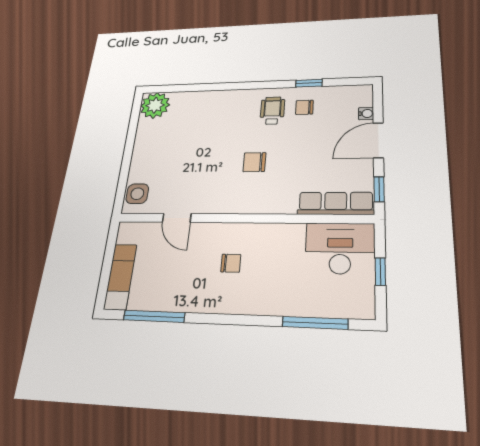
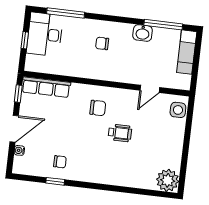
wheelchair: (272, 111) -> (120, 133), moved, turned -90
chair: (254, 162) -> (98, 108), moved
door: (177, 218) -> (150, 89), swing flipped
desk: (340, 248) -> (45, 34), moved, turned 90
chair: (231, 263) -> (102, 43), moved
washbasin: (187, 300) -> (143, 33), added

